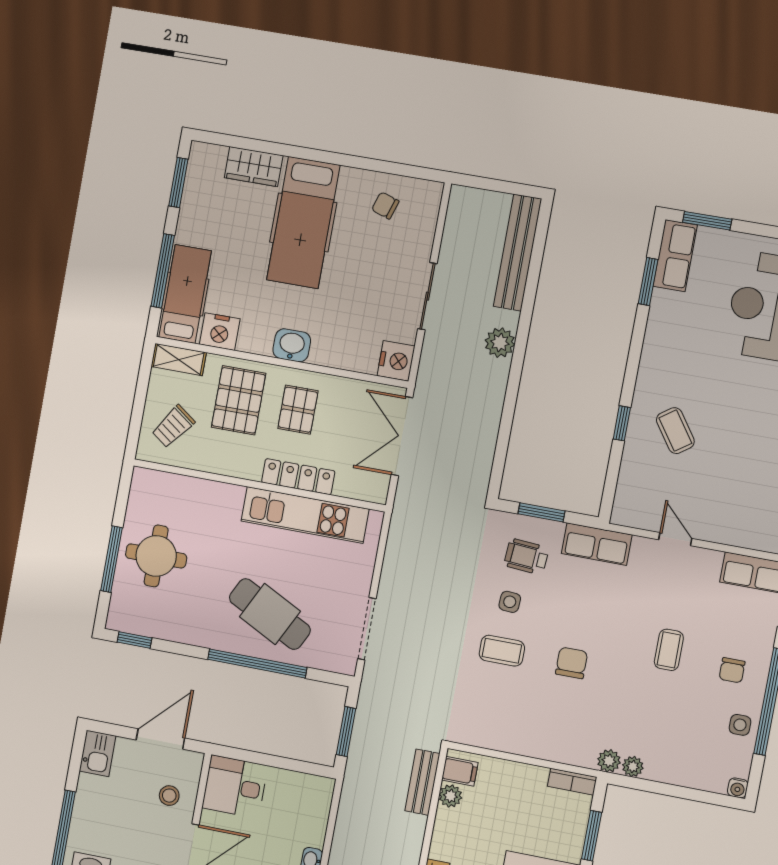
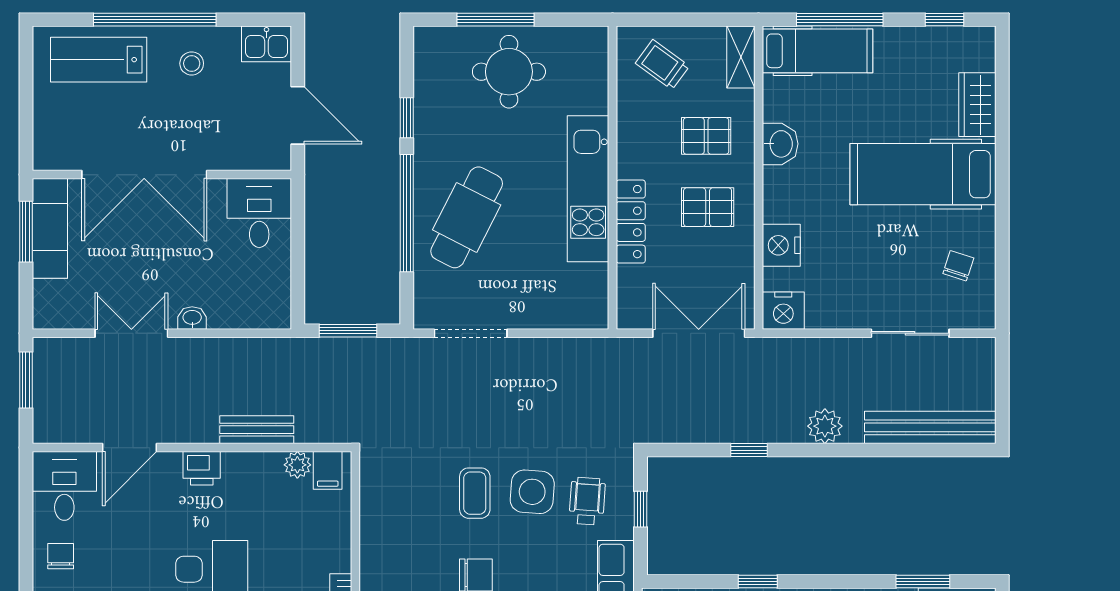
window: (178, 183) -> (944, 20), width x0.67
sliding door: (427, 296) -> (910, 333), moved
nightstand: (220, 332) -> (781, 245), moved
washbasin: (292, 345) -> (780, 144), moved
pallet: (239, 400) -> (706, 136), width x0.67, depth x0.71
window: (508, 411) -> (749, 450), added
window: (541, 512) -> (640, 509), width x0.67
kitchen unit: (305, 515) -> (588, 189), moved
side table: (510, 602) -> (532, 492), width x1.87, depth x1.87
window: (134, 640) -> (407, 118), moved
bench: (422, 782) -> (257, 430), moved
stool: (169, 796) -> (192, 63), moved

